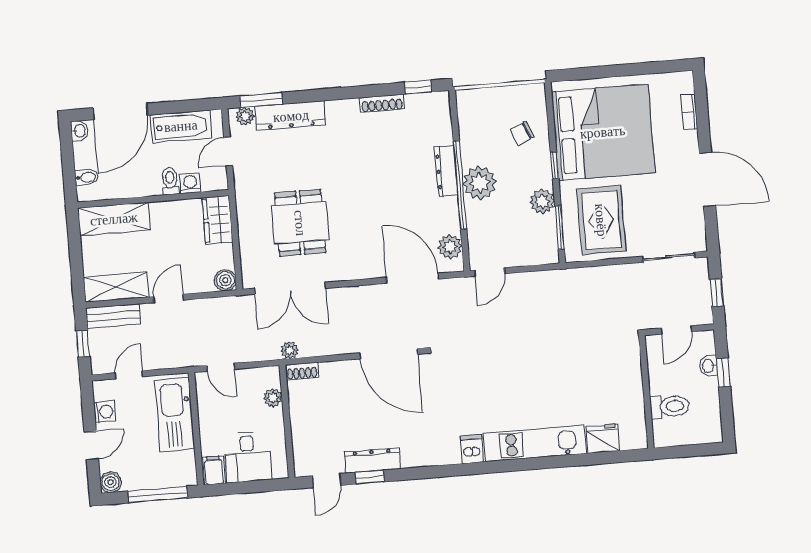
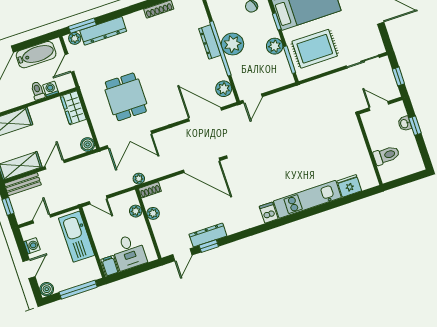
rug: (601, 220) -> (315, 49), turned 90
door: (676, 330) -> (379, 106), swing flipped
plant: (298, 408) -> (153, 213), added

